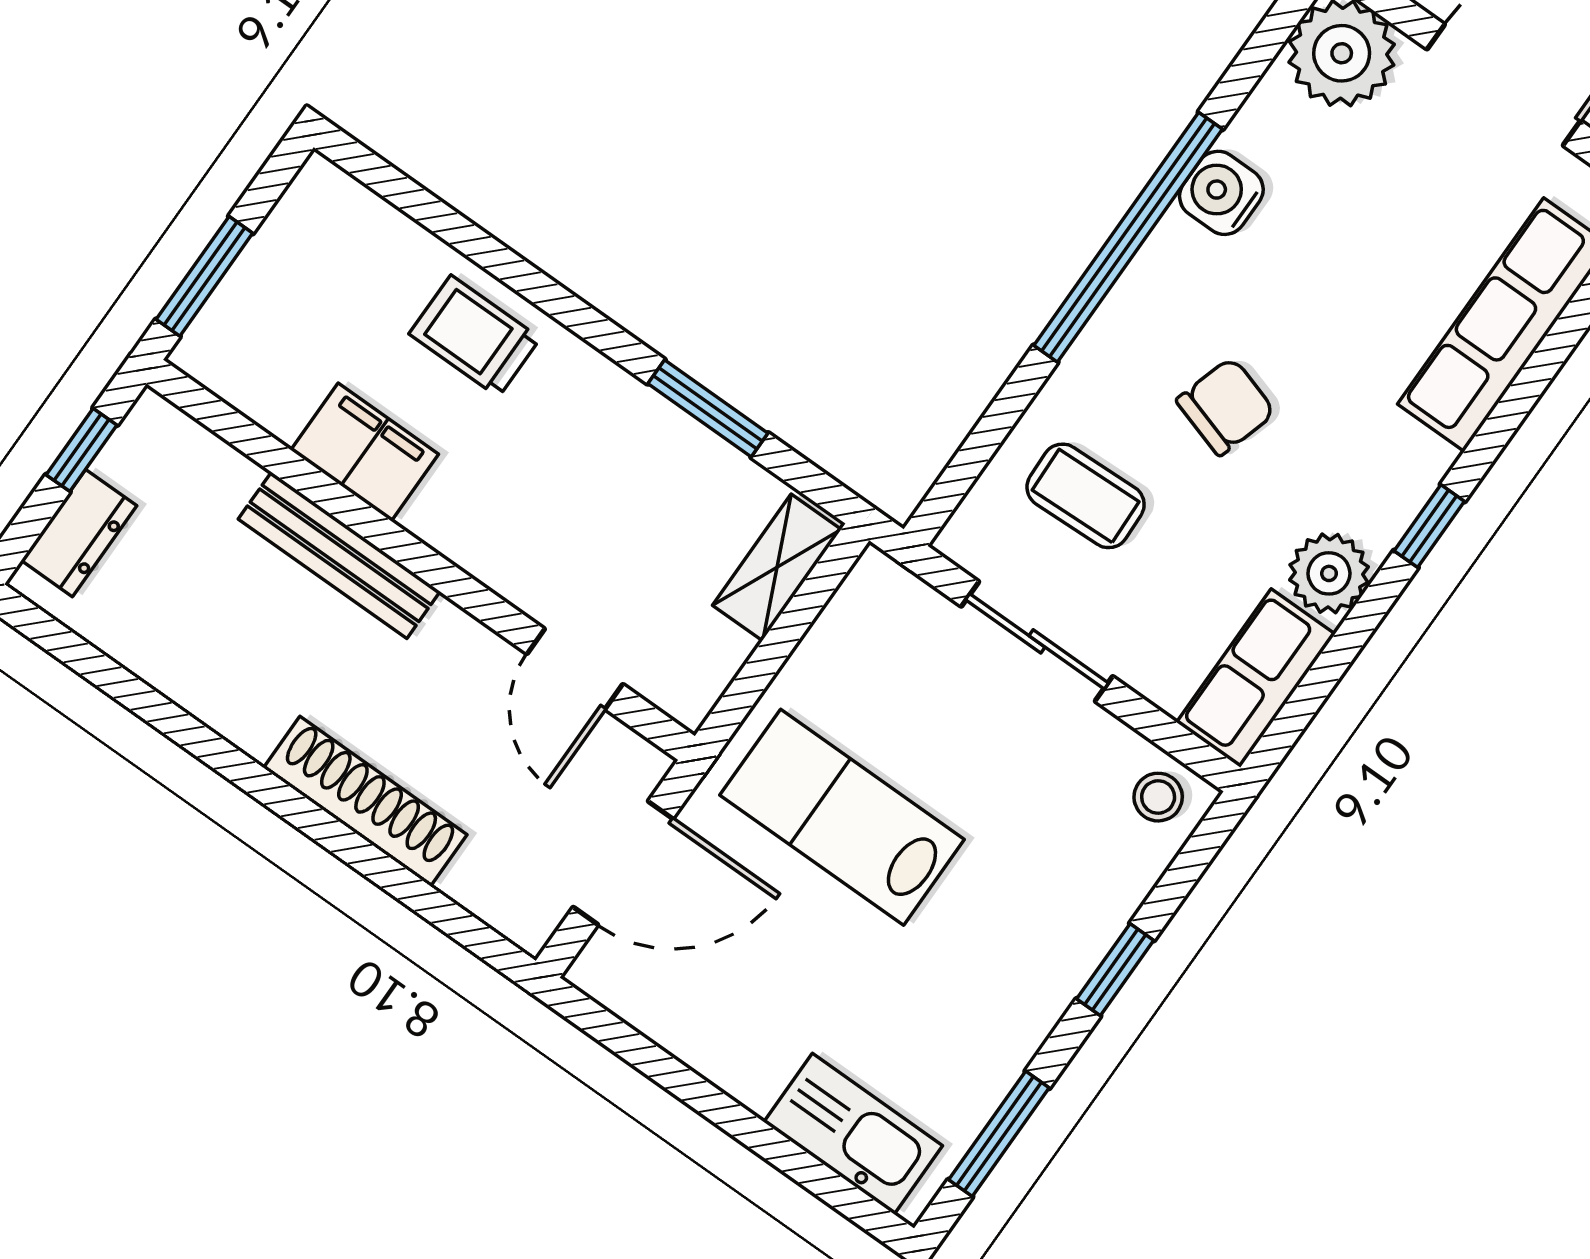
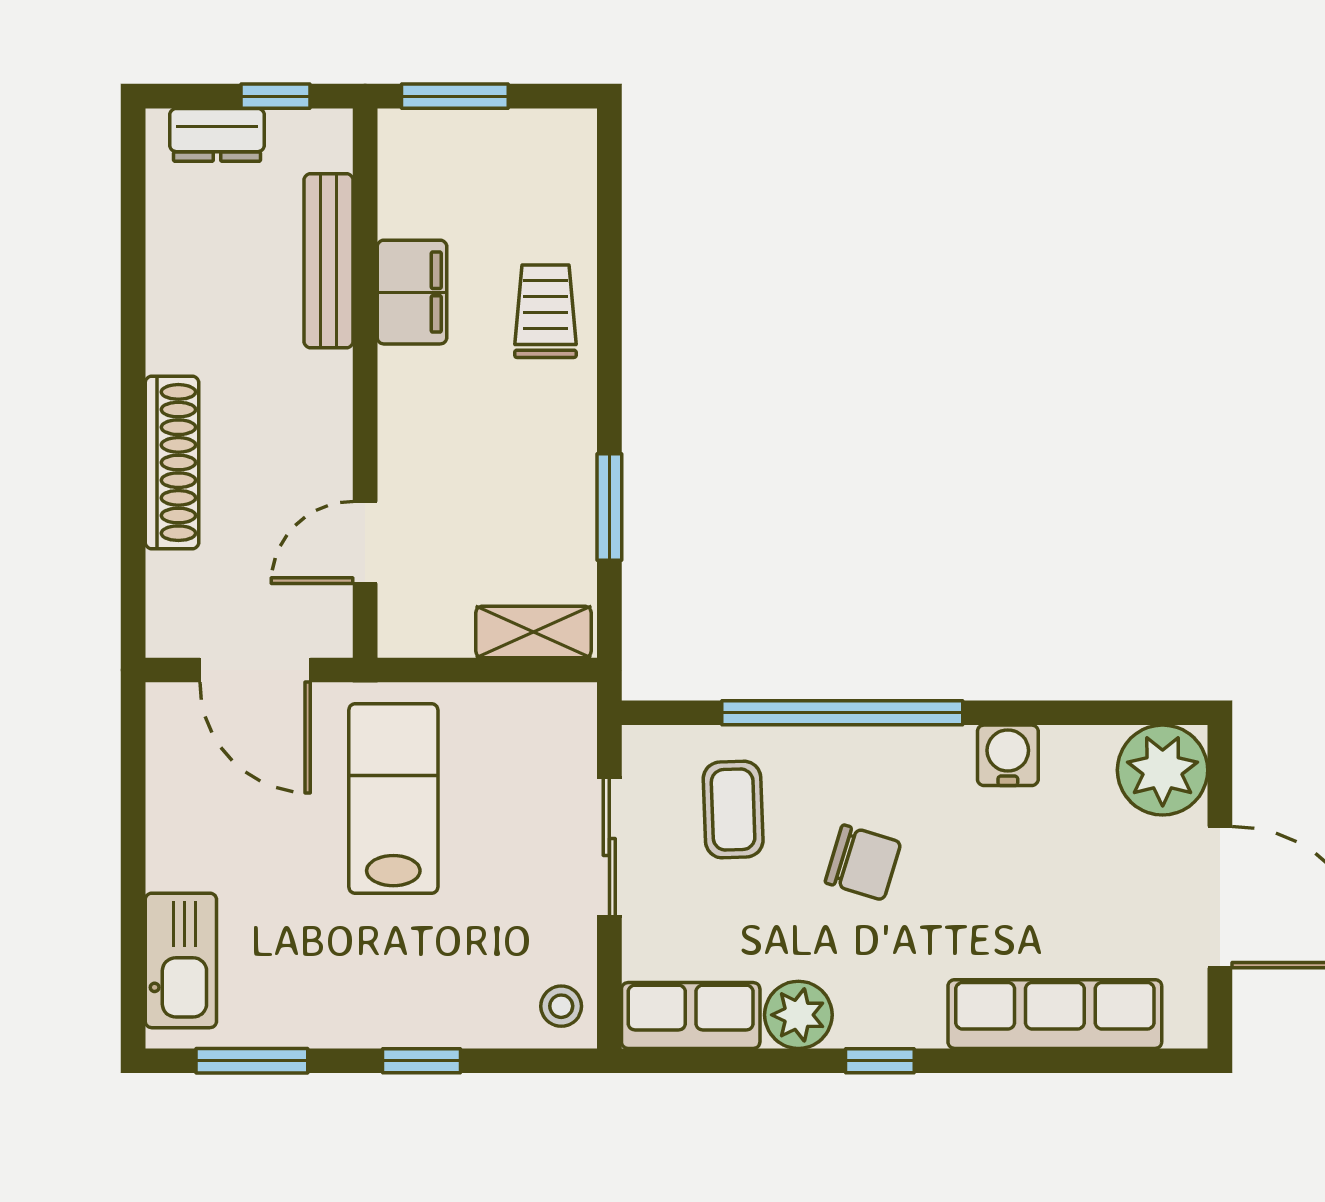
window: (1128, 237) -> (842, 713), moved
bench: (339, 555) -> (329, 261), moved

